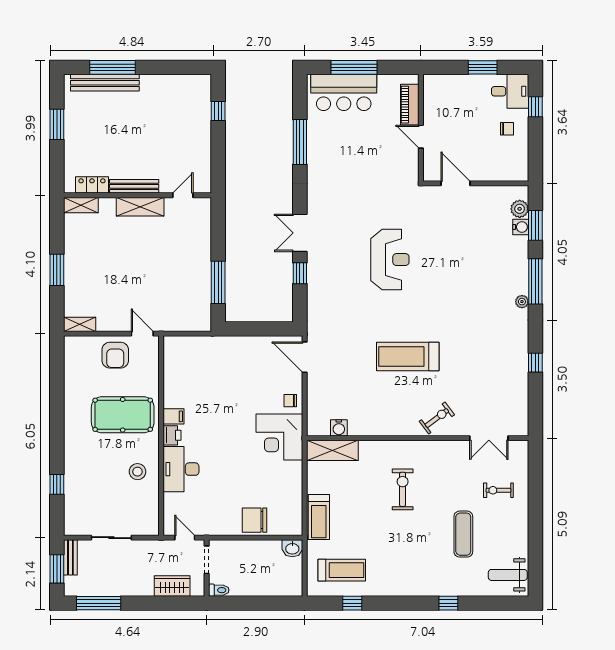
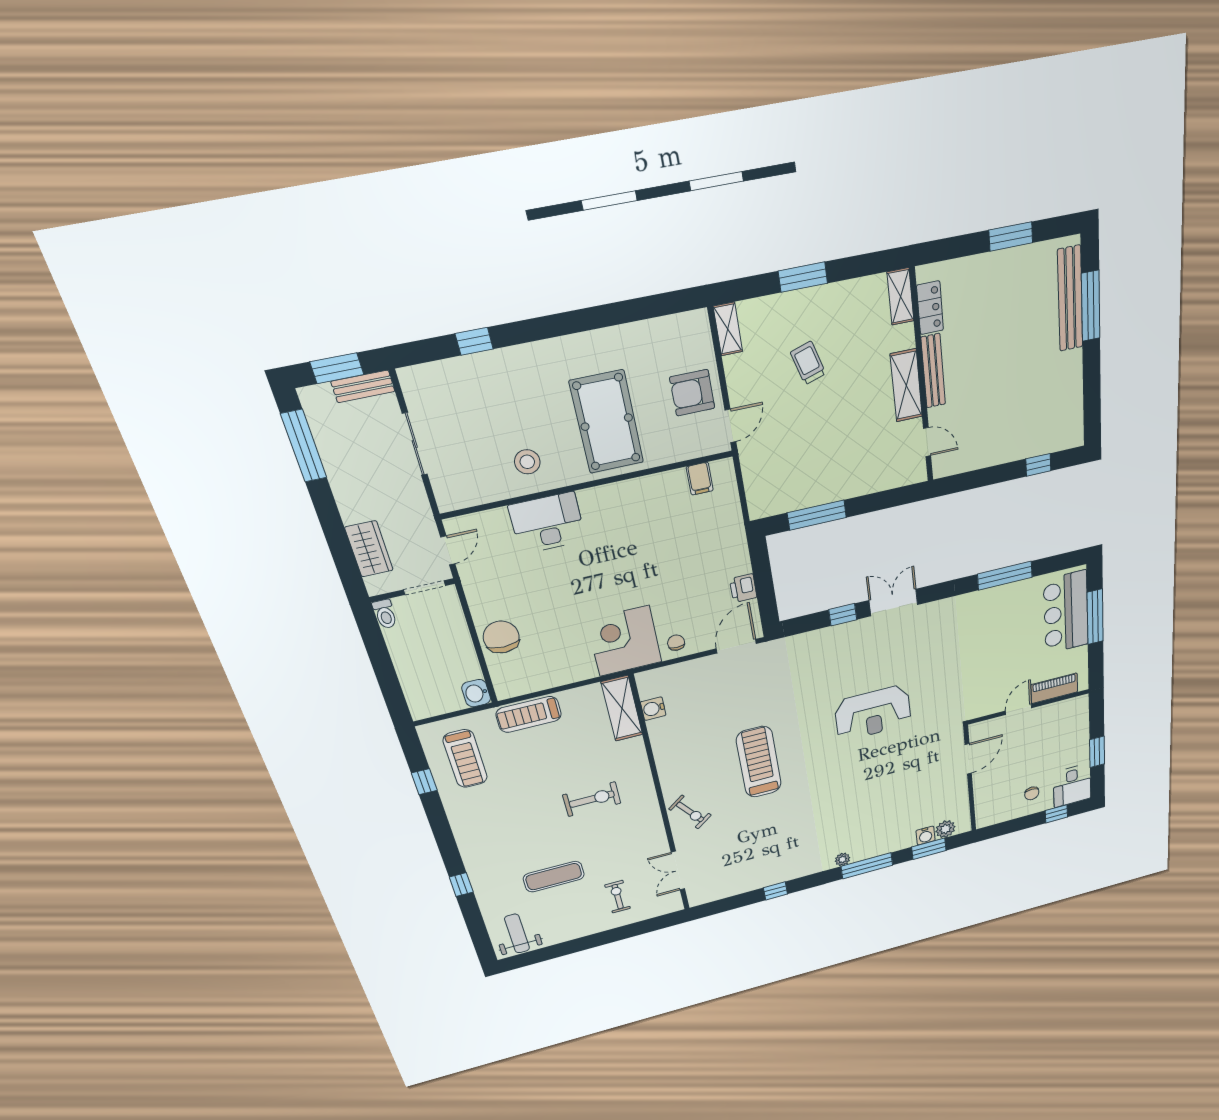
trolley: (112, 274) -> (808, 363), added
filing cabinet: (174, 416) -> (700, 479), moved
printer: (172, 435) -> (743, 588), moved, turned 90

